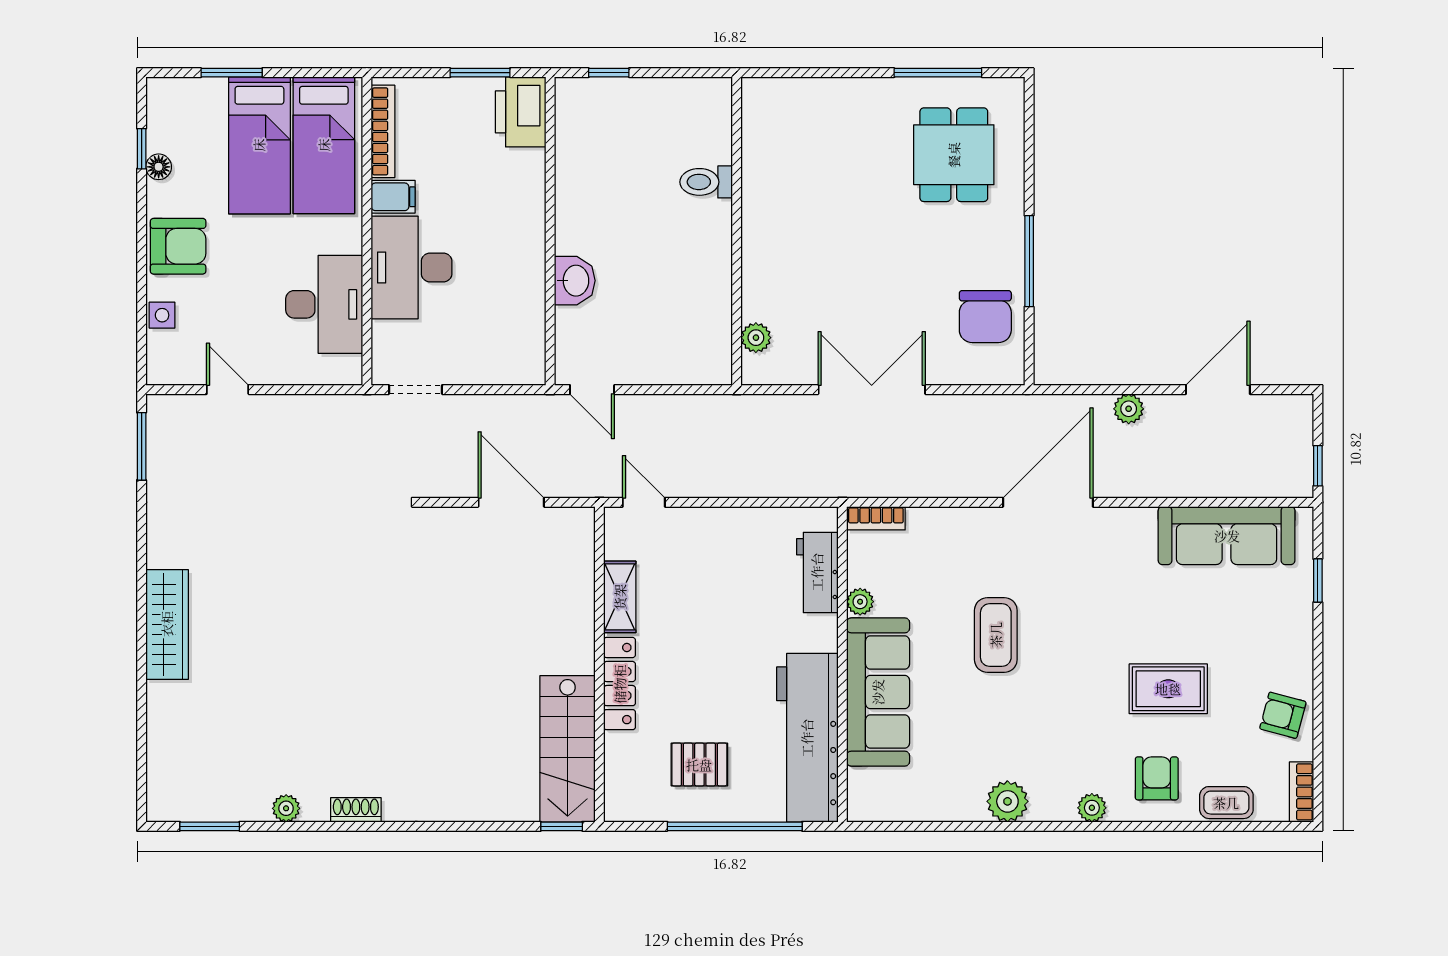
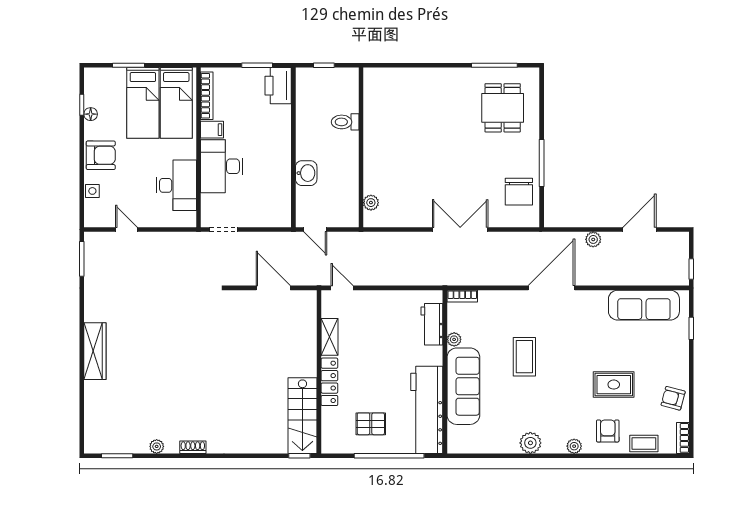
toilet: (706, 182) -> (345, 122), moved
wall: (737, 231) -> (361, 147), moved
plant: (756, 338) -> (371, 203), moved

